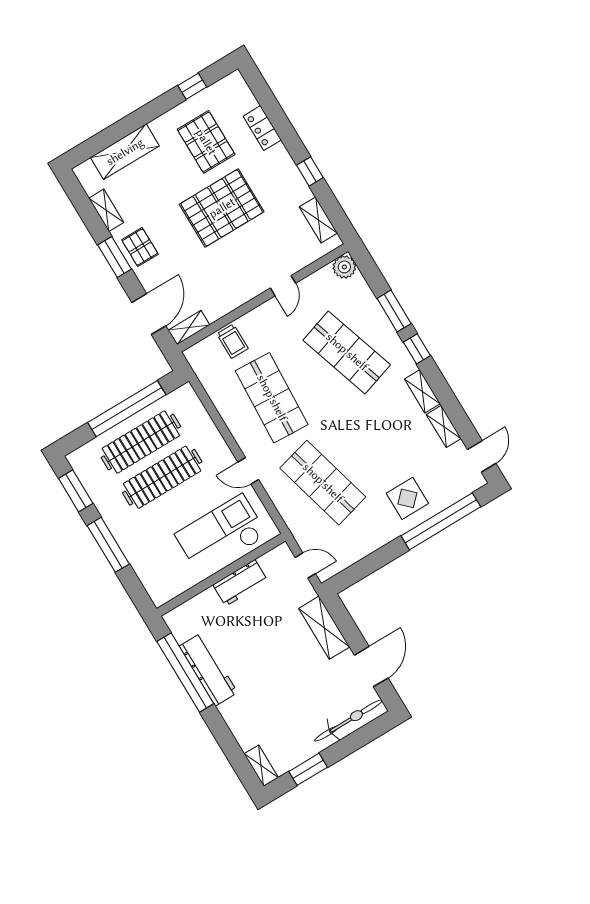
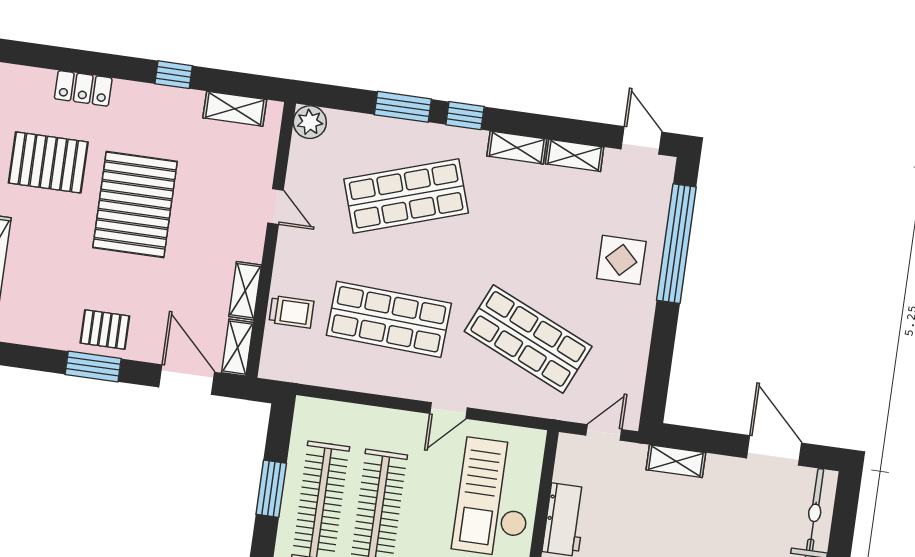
shelving: (106, 210) -> (245, 291), moved, turned 90
window: (127, 409) -> (271, 489), width x0.47
shop shelf: (323, 483) -> (528, 339), turned 39
shelving: (324, 628) -> (676, 461), width x0.67, depth x0.75

